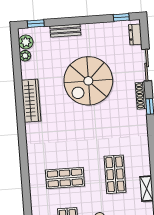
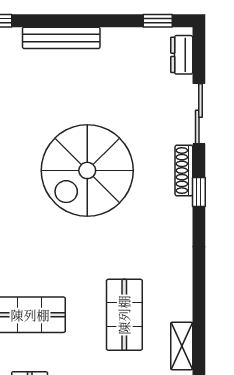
bench: (65, 31) -> (61, 38), width x1.36
spiral stairs: (88, 81) -> (87, 170), moved

